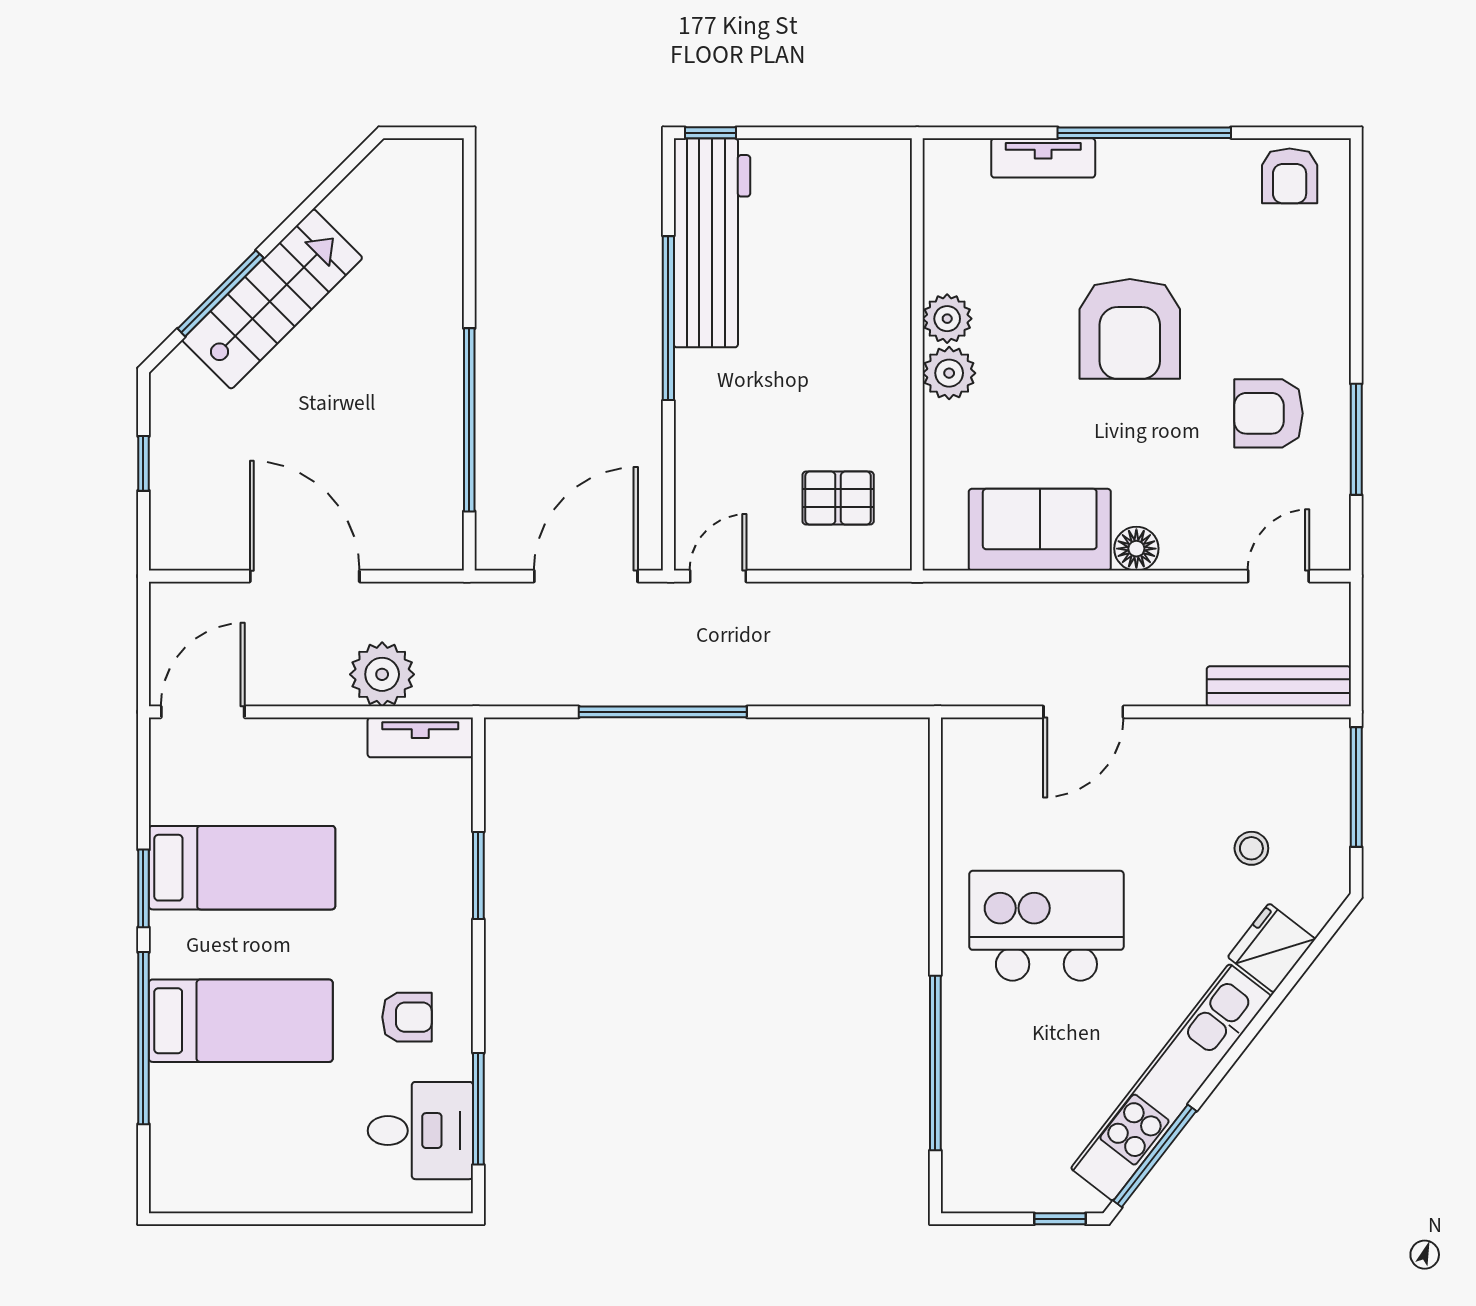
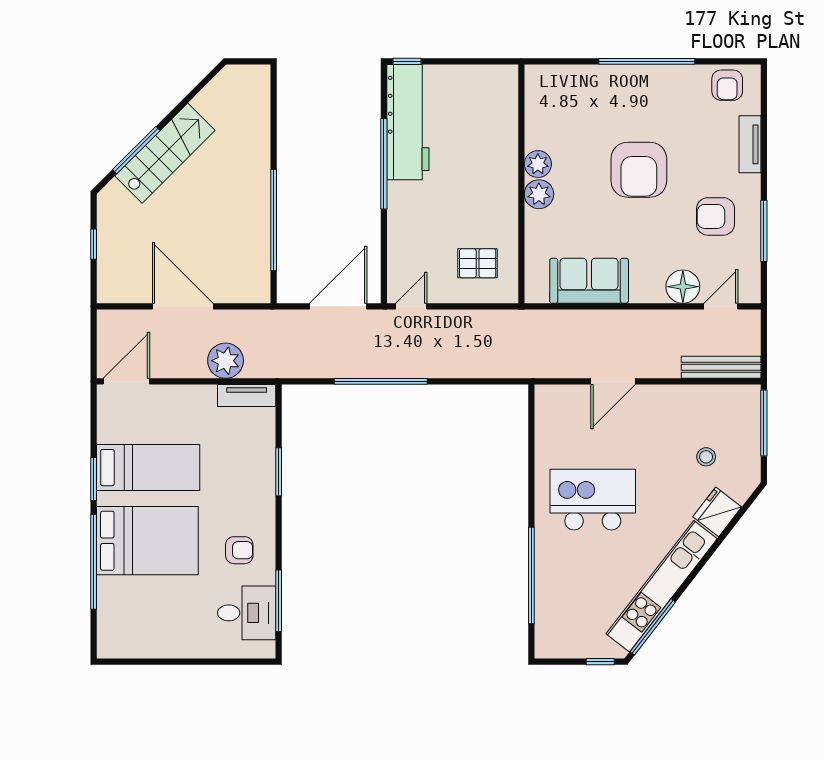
tv unit: (1043, 158) -> (750, 144), moved, turned 90
floor lamp: (1136, 549) -> (683, 287), moved, width x1.38, depth x1.38
bed: (241, 1021) -> (147, 541), width x1.50

